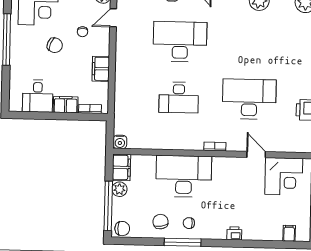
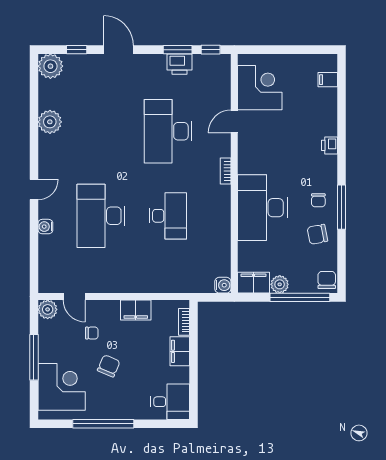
desk: (38, 96) -> (170, 402), moved

